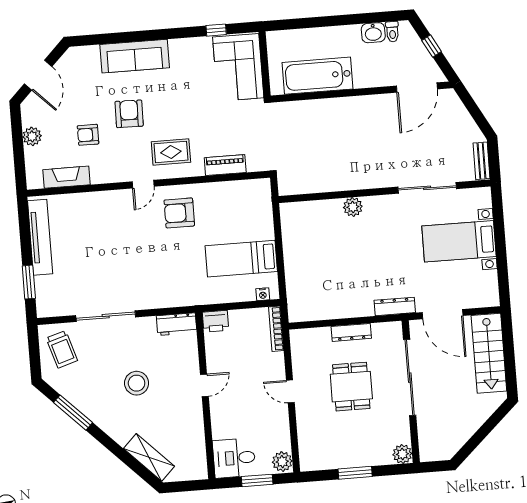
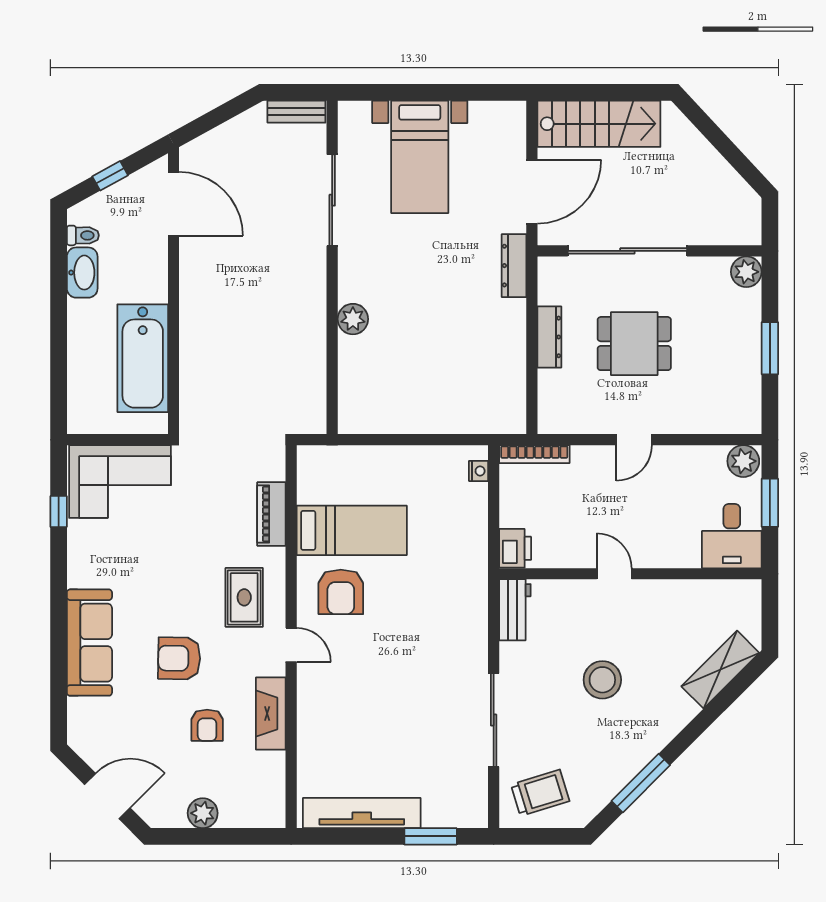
washbasin: (373, 33) -> (82, 273), width x1.38
fireplace: (66, 177) -> (271, 714), moved
bed: (241, 259) -> (352, 530), moved, turned -90

